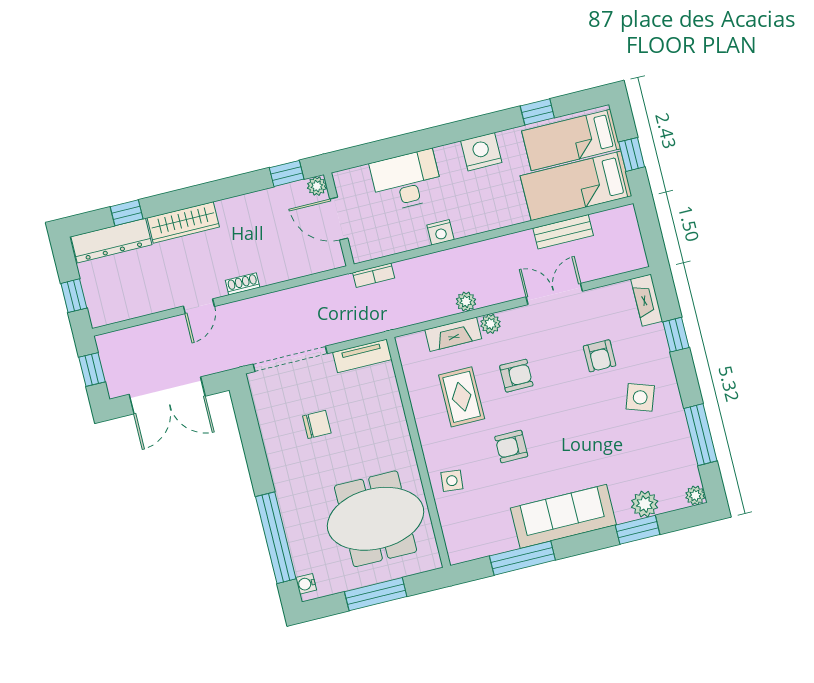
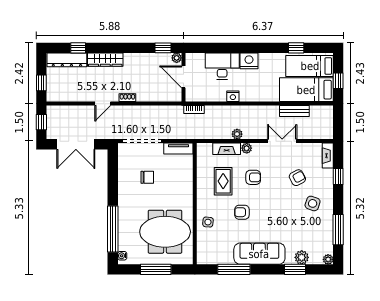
nightstand: (481, 152) -> (249, 61), moved
armchair: (600, 356) -> (297, 178), turned -118

